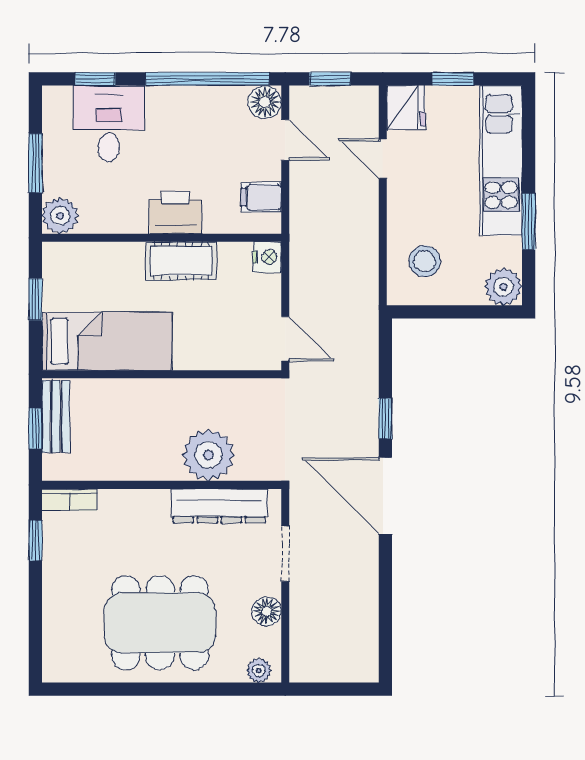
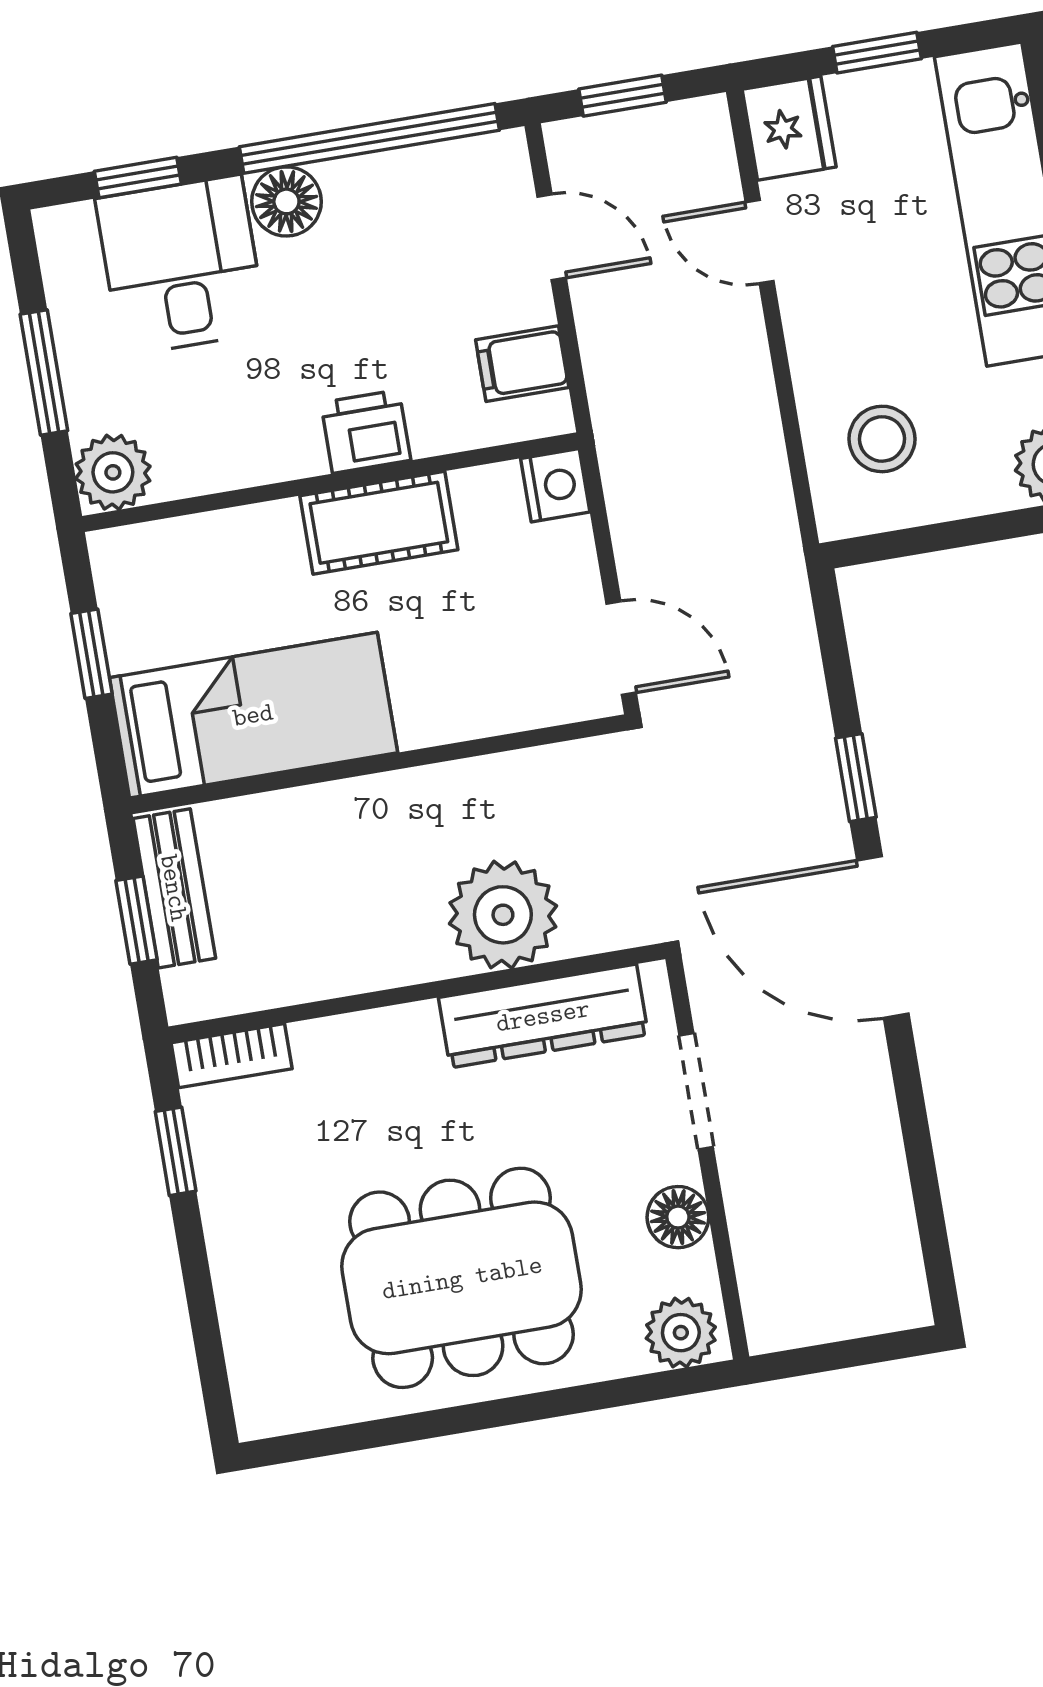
floor lamp: (265, 102) -> (286, 201), moved
printer: (175, 212) -> (366, 431), width x0.73, depth x0.81
plant: (259, 670) -> (681, 1333), width x1.38, depth x1.38

